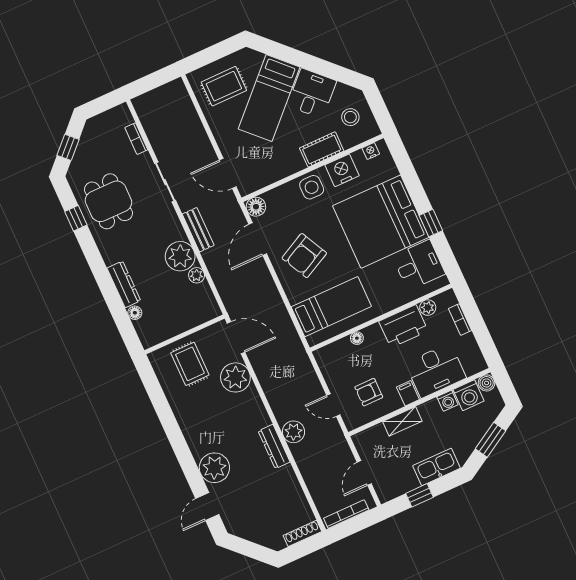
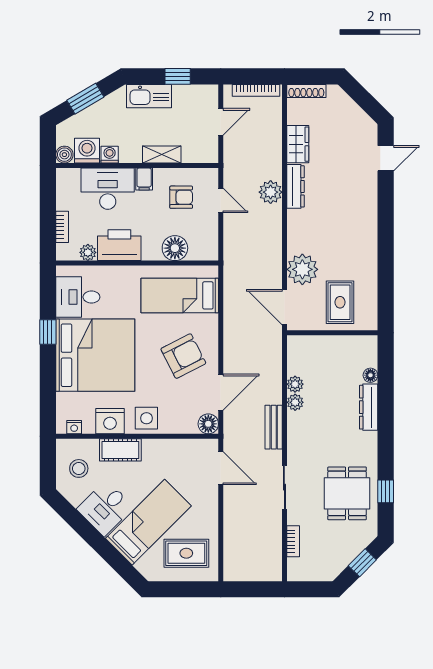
plant: (180, 256) -> (295, 402), width x0.53, depth x0.53
floor lamp: (357, 338) -> (175, 248), width x1.89, depth x1.89
plant: (214, 468) -> (362, 192), removed
wardrobe: (289, 484) -> (298, 144), added

